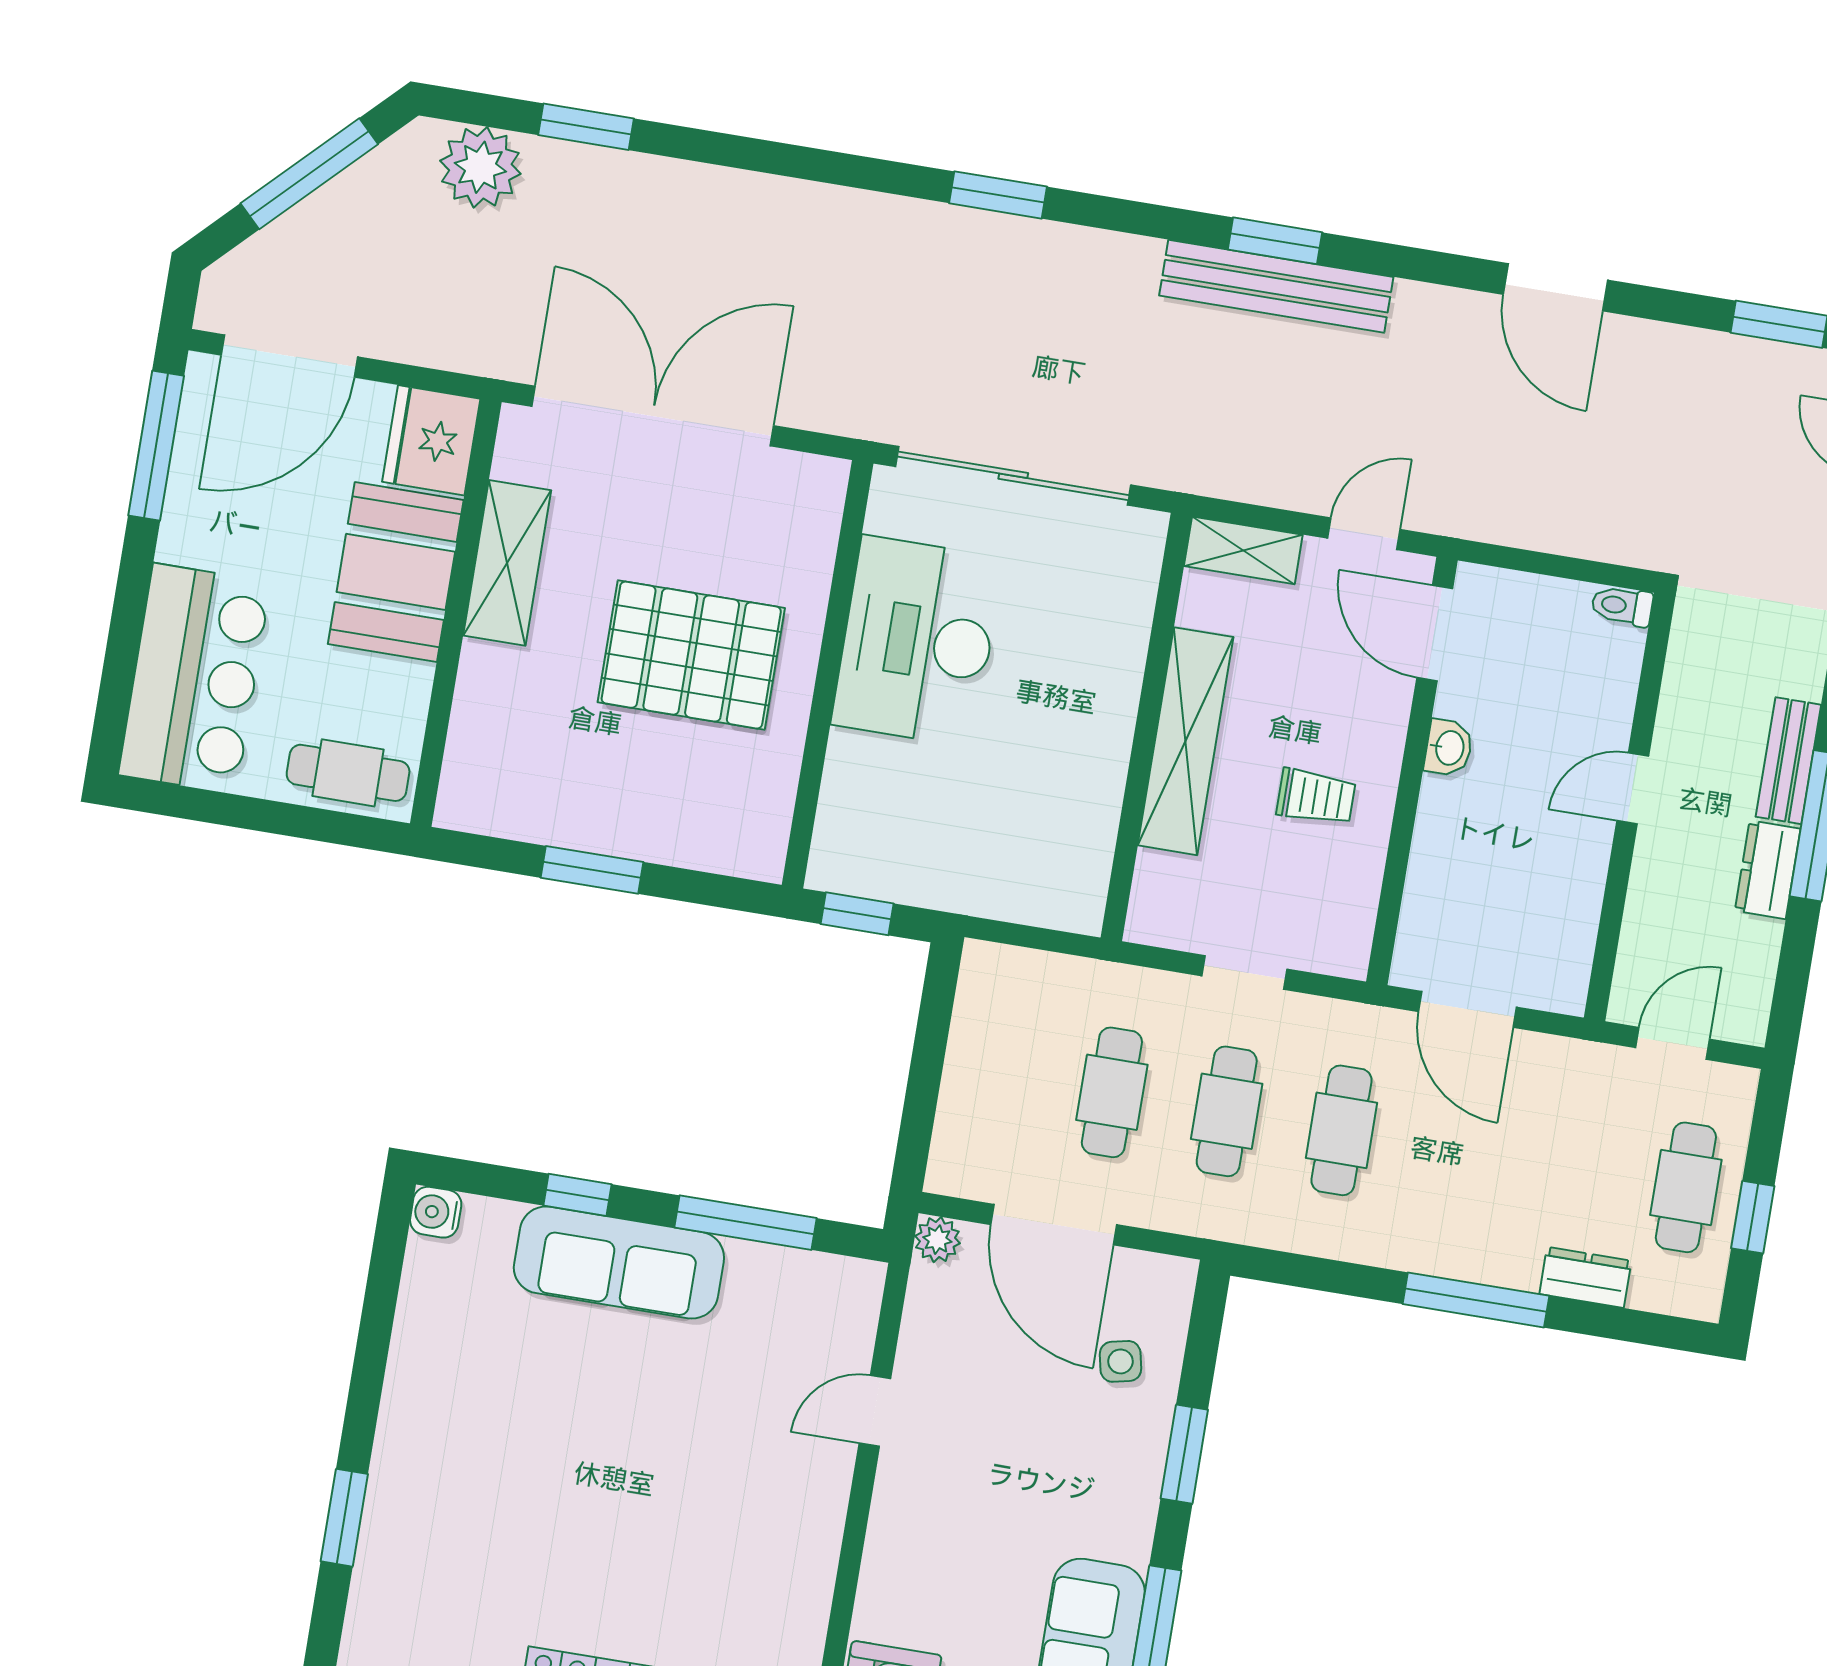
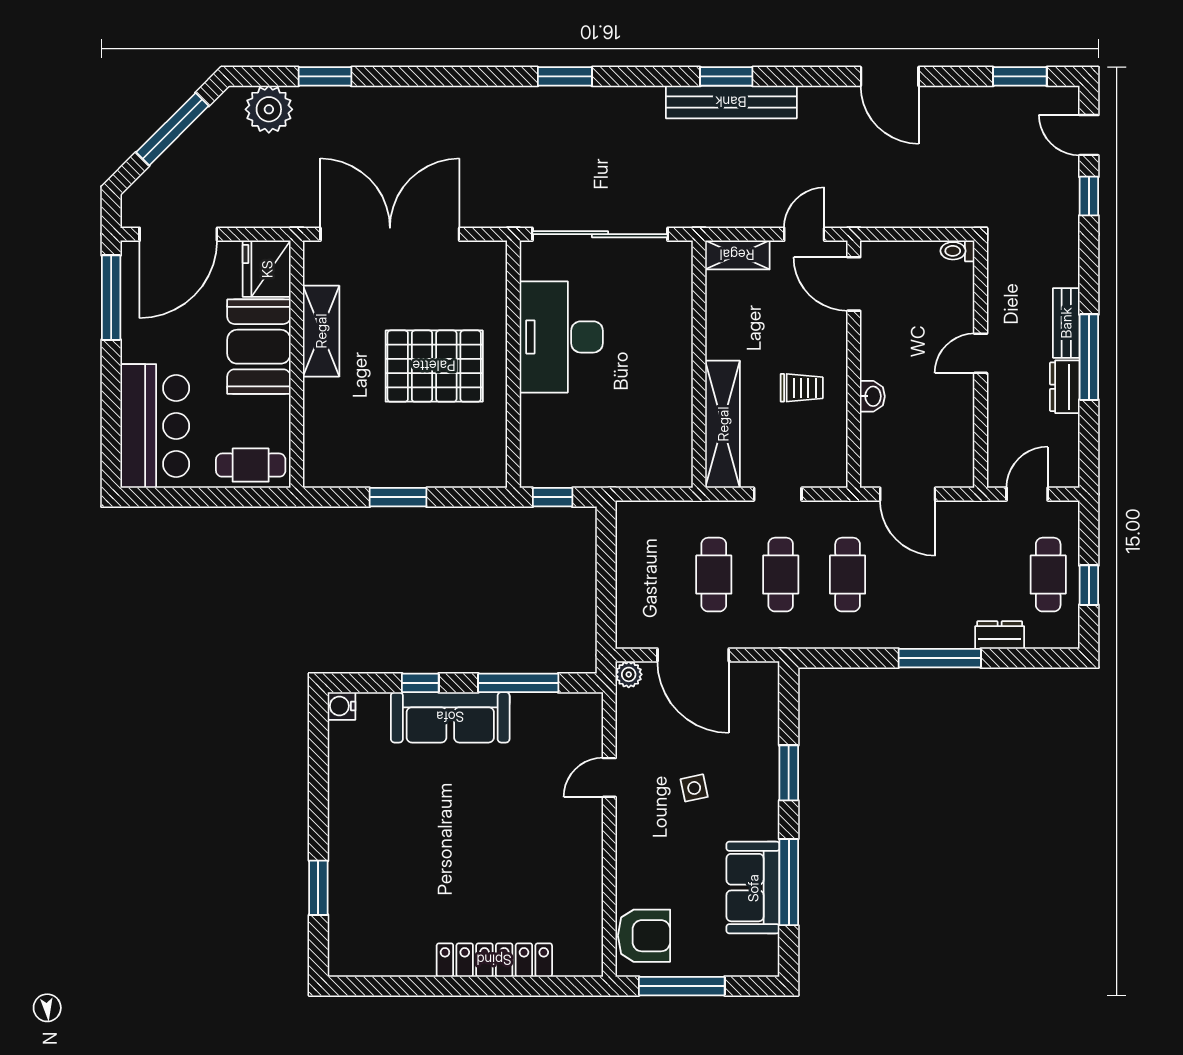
shelving: (1186, 741) -> (723, 424), moved
washbasin: (1449, 748) -> (872, 396), moved
side table: (1120, 1361) -> (694, 788), moved

